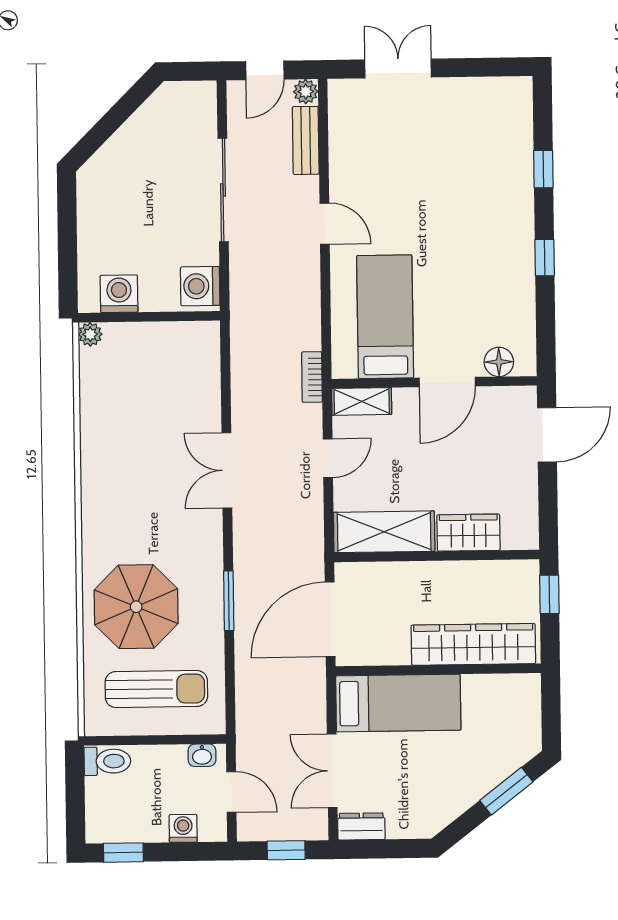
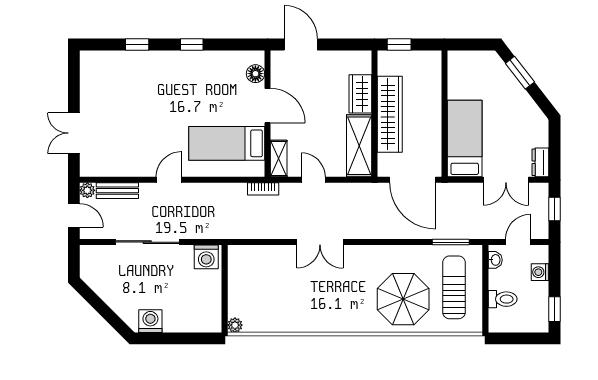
washing machine: (119, 294) -> (150, 321), moved, turned 90
window: (229, 601) -> (451, 242), moved
wardrobe: (473, 644) -> (390, 114), moved, turned 180
toilet: (107, 761) -> (503, 299), moved, turned 90

